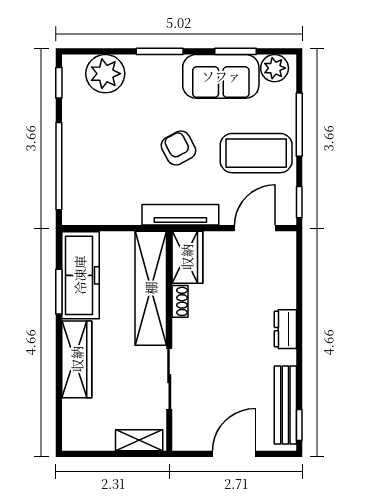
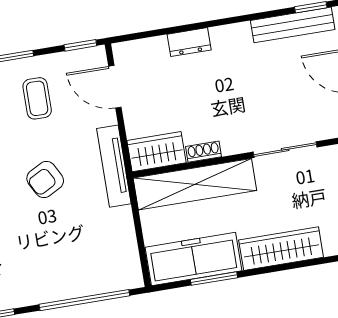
coffee table: (256, 153) -> (37, 98), width x0.54, depth x0.58
dresser: (285, 329) -> (189, 42), moved

